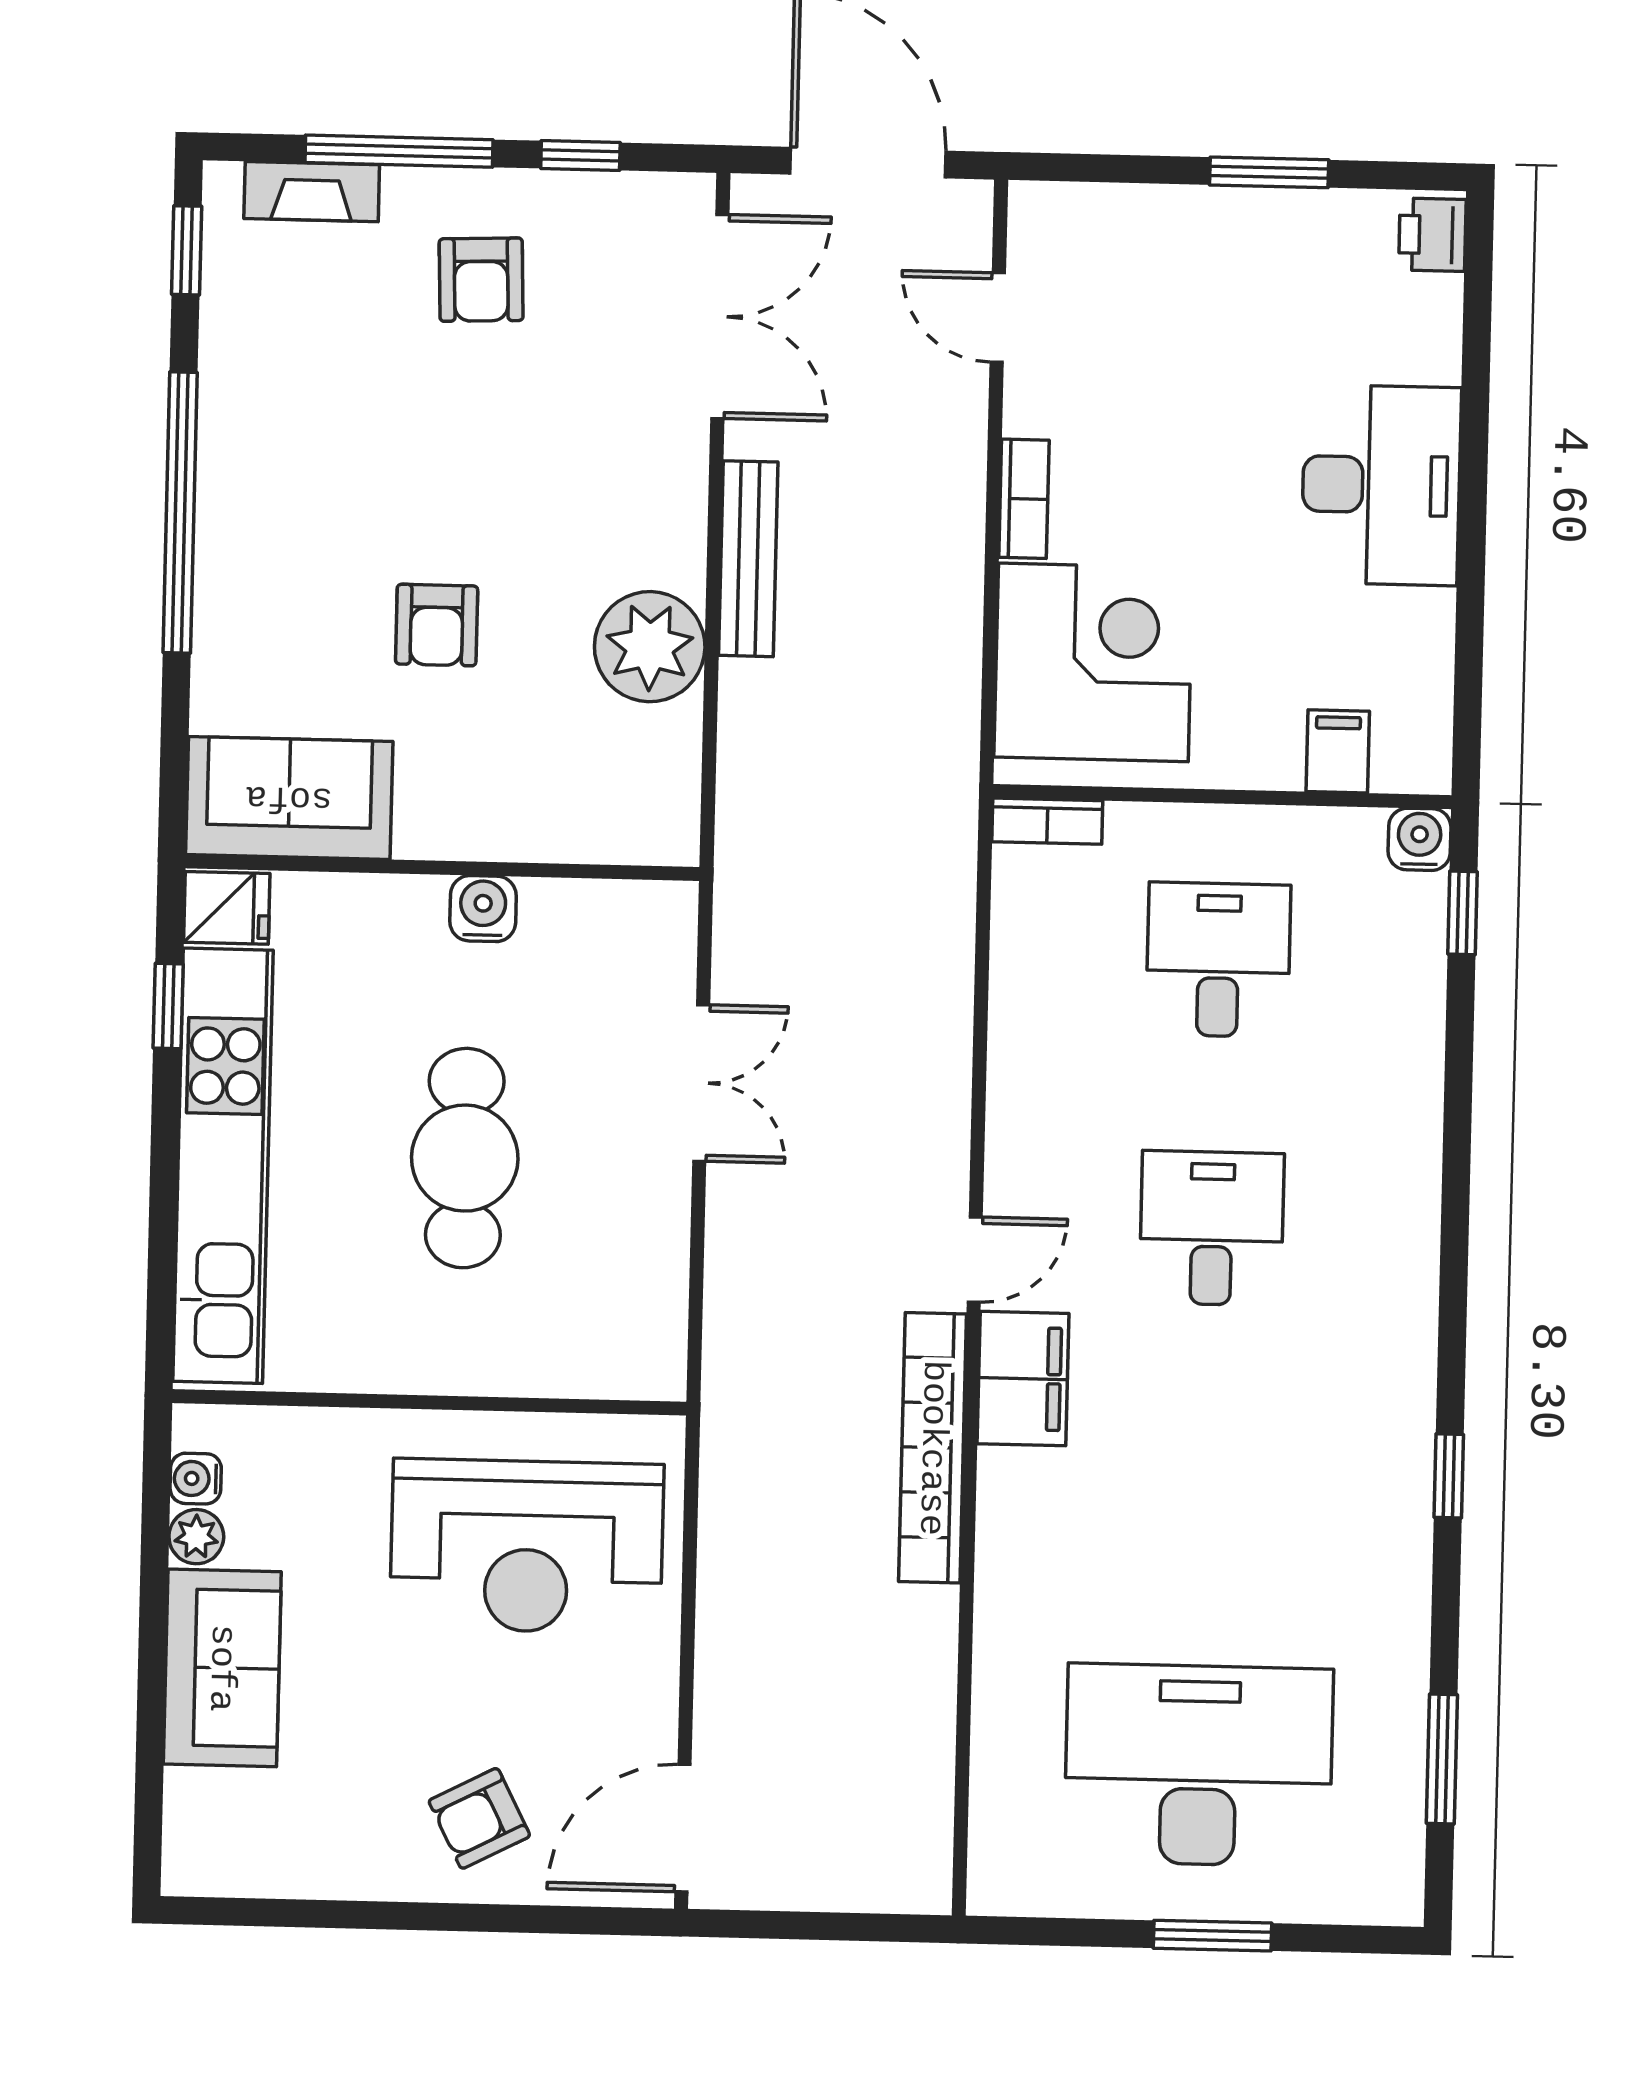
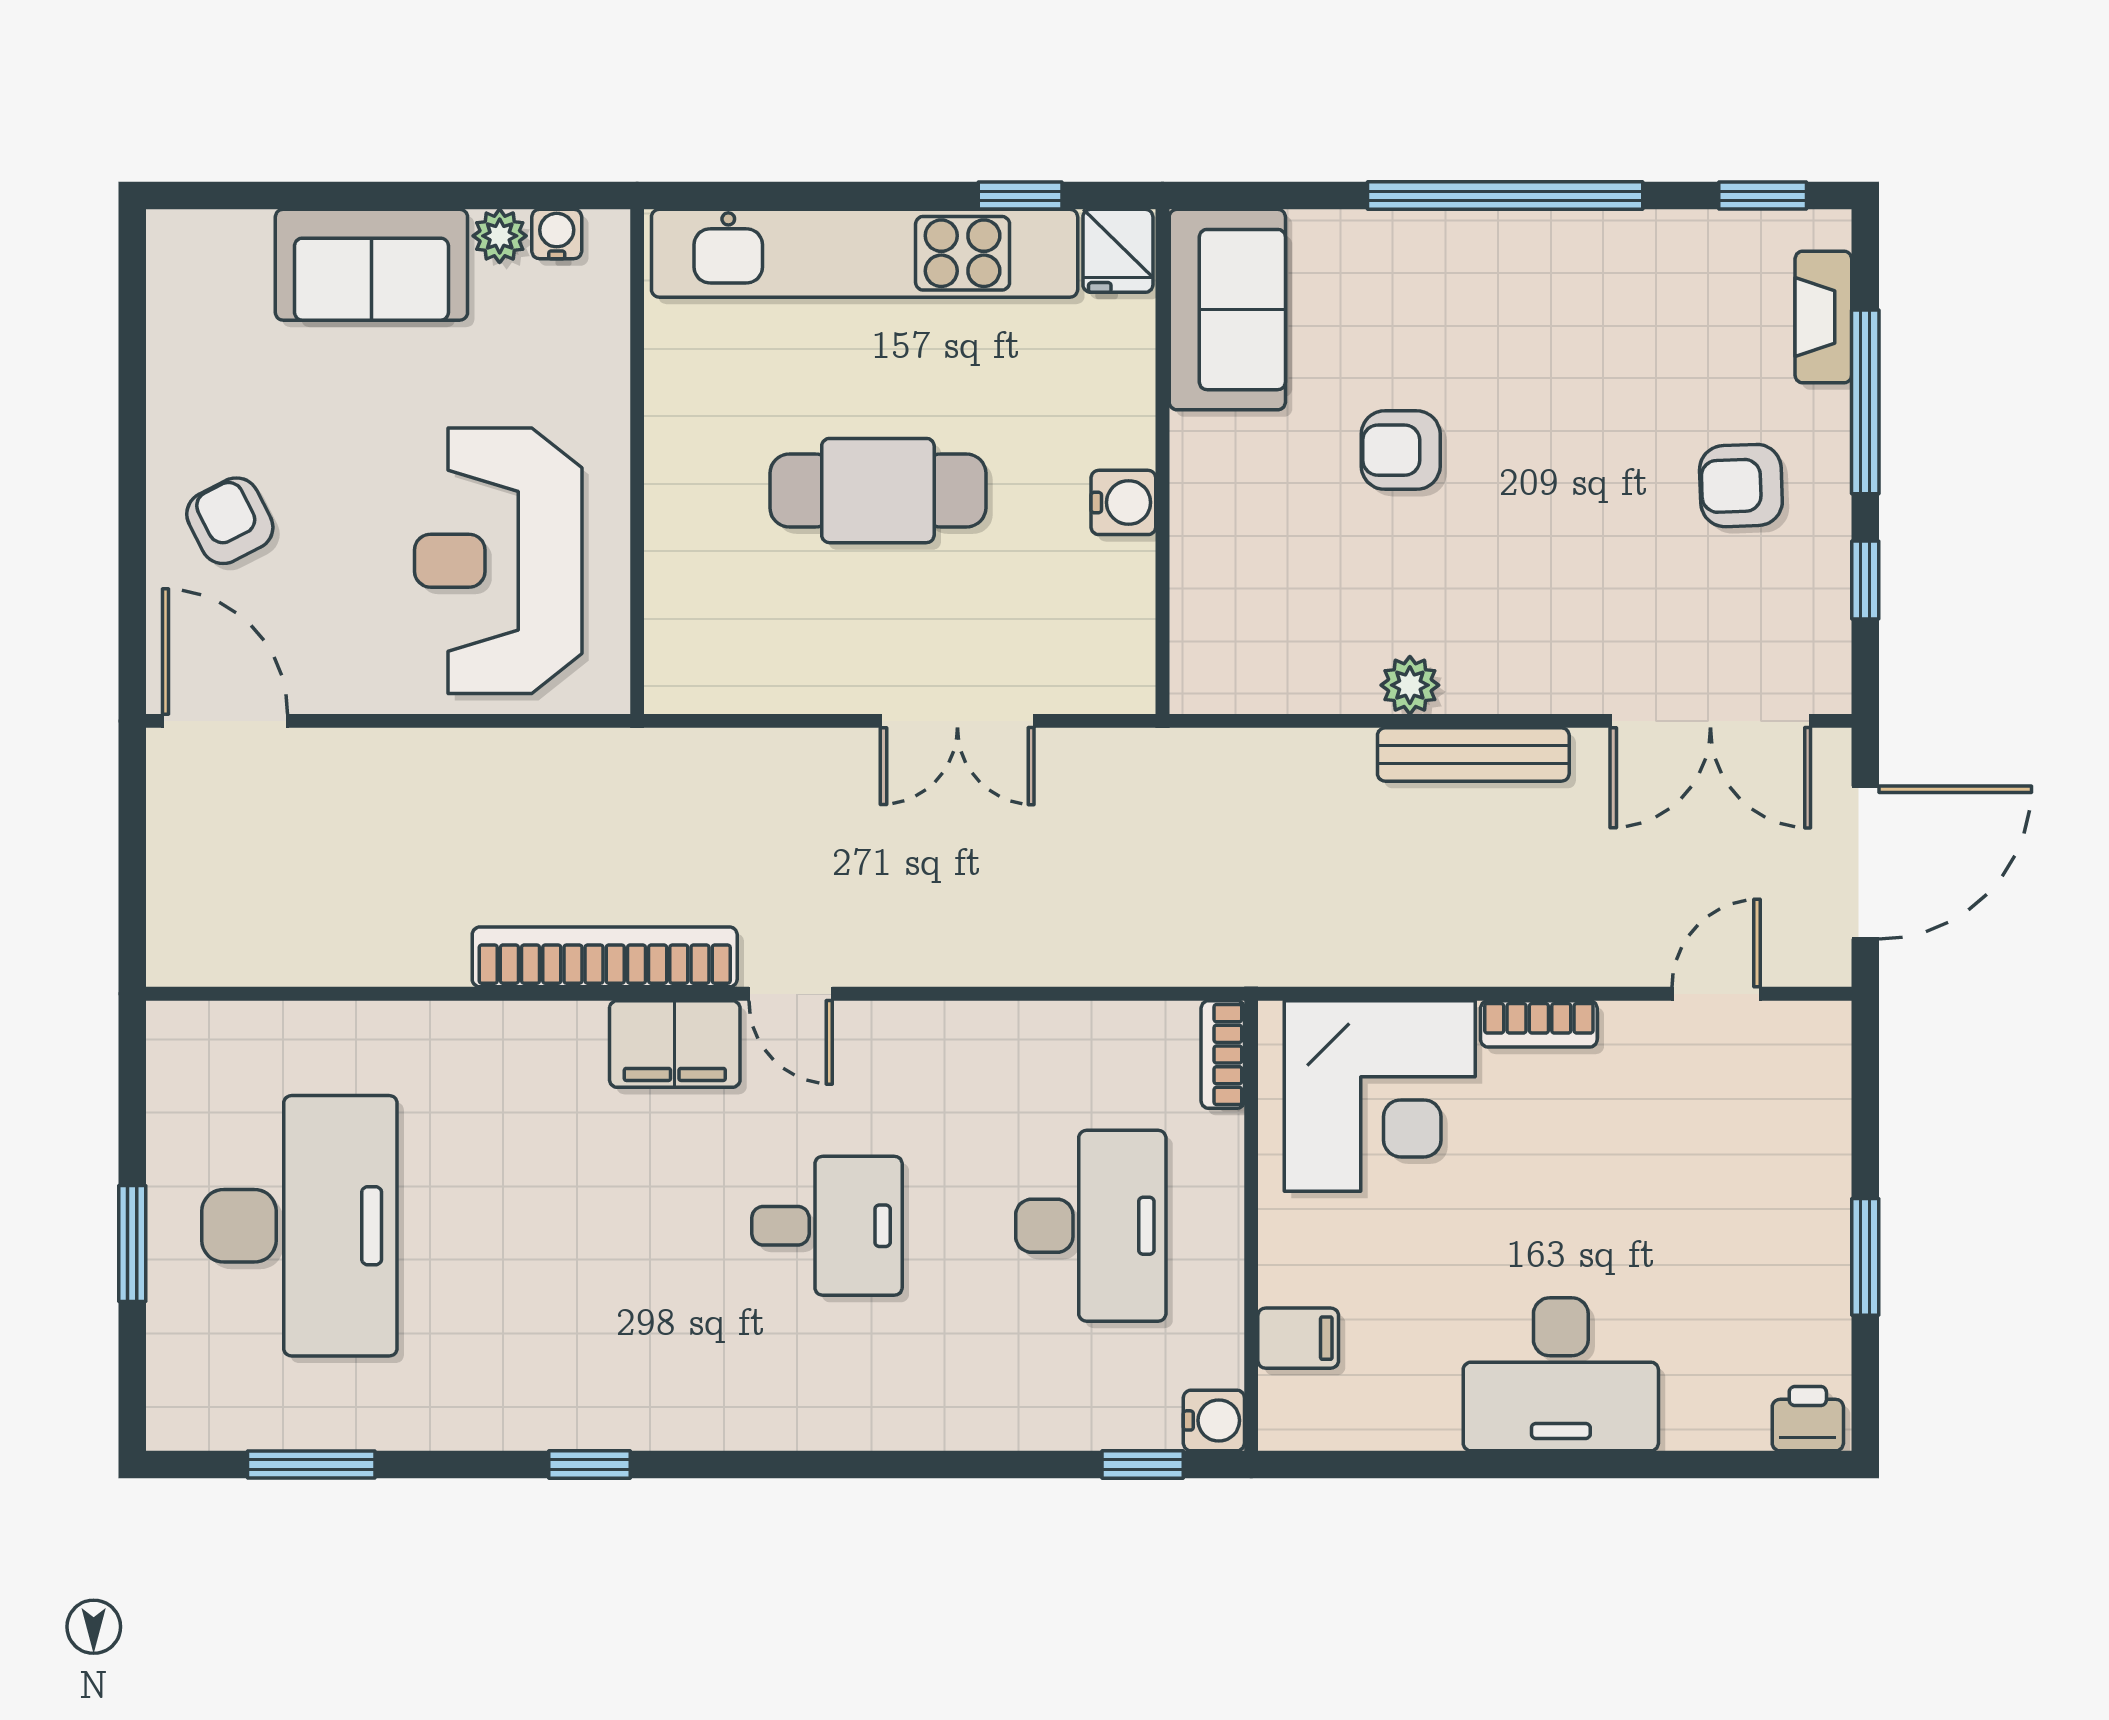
plant: (650, 647) -> (1410, 685), width x0.53, depth x0.53
desk: (1218, 960) -> (1091, 1226), width x1.37

